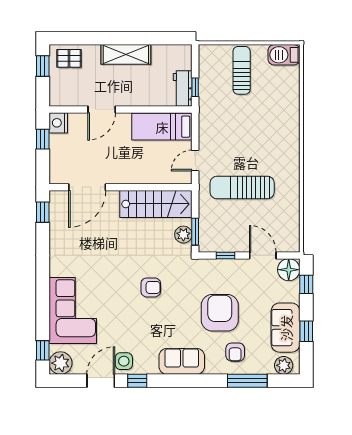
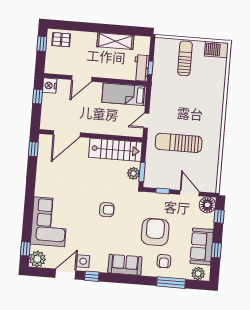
shelving: (126, 54) -> (115, 41), moved

